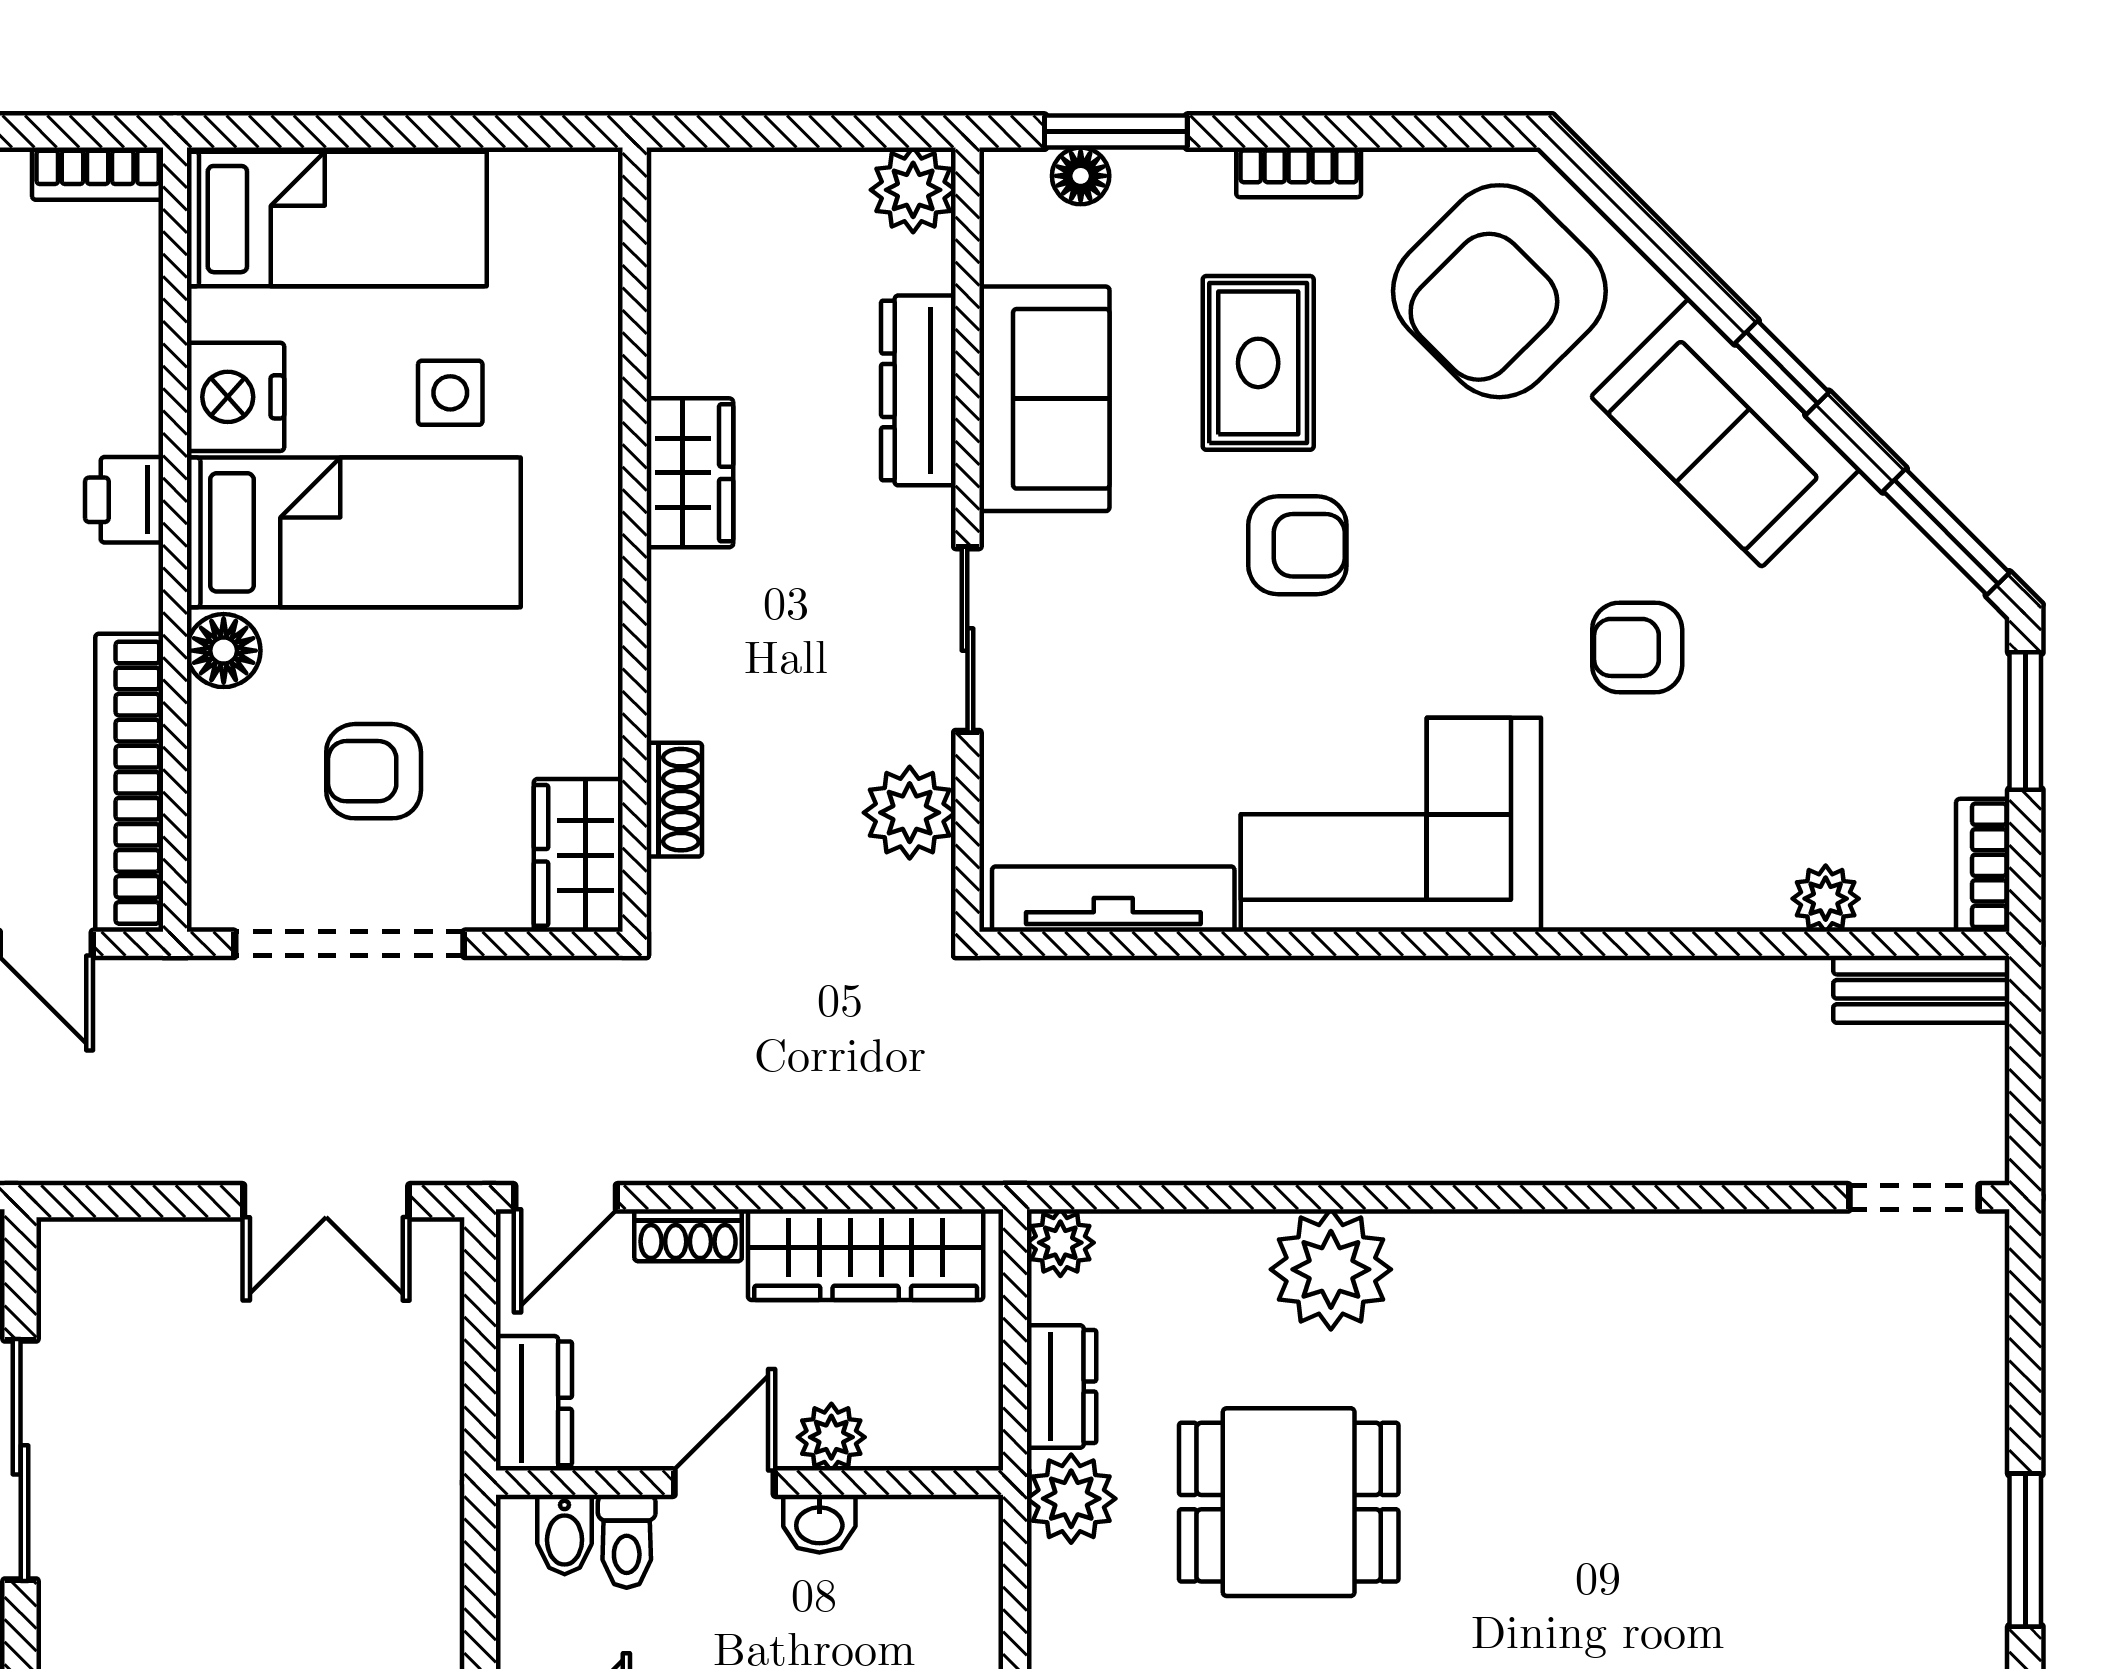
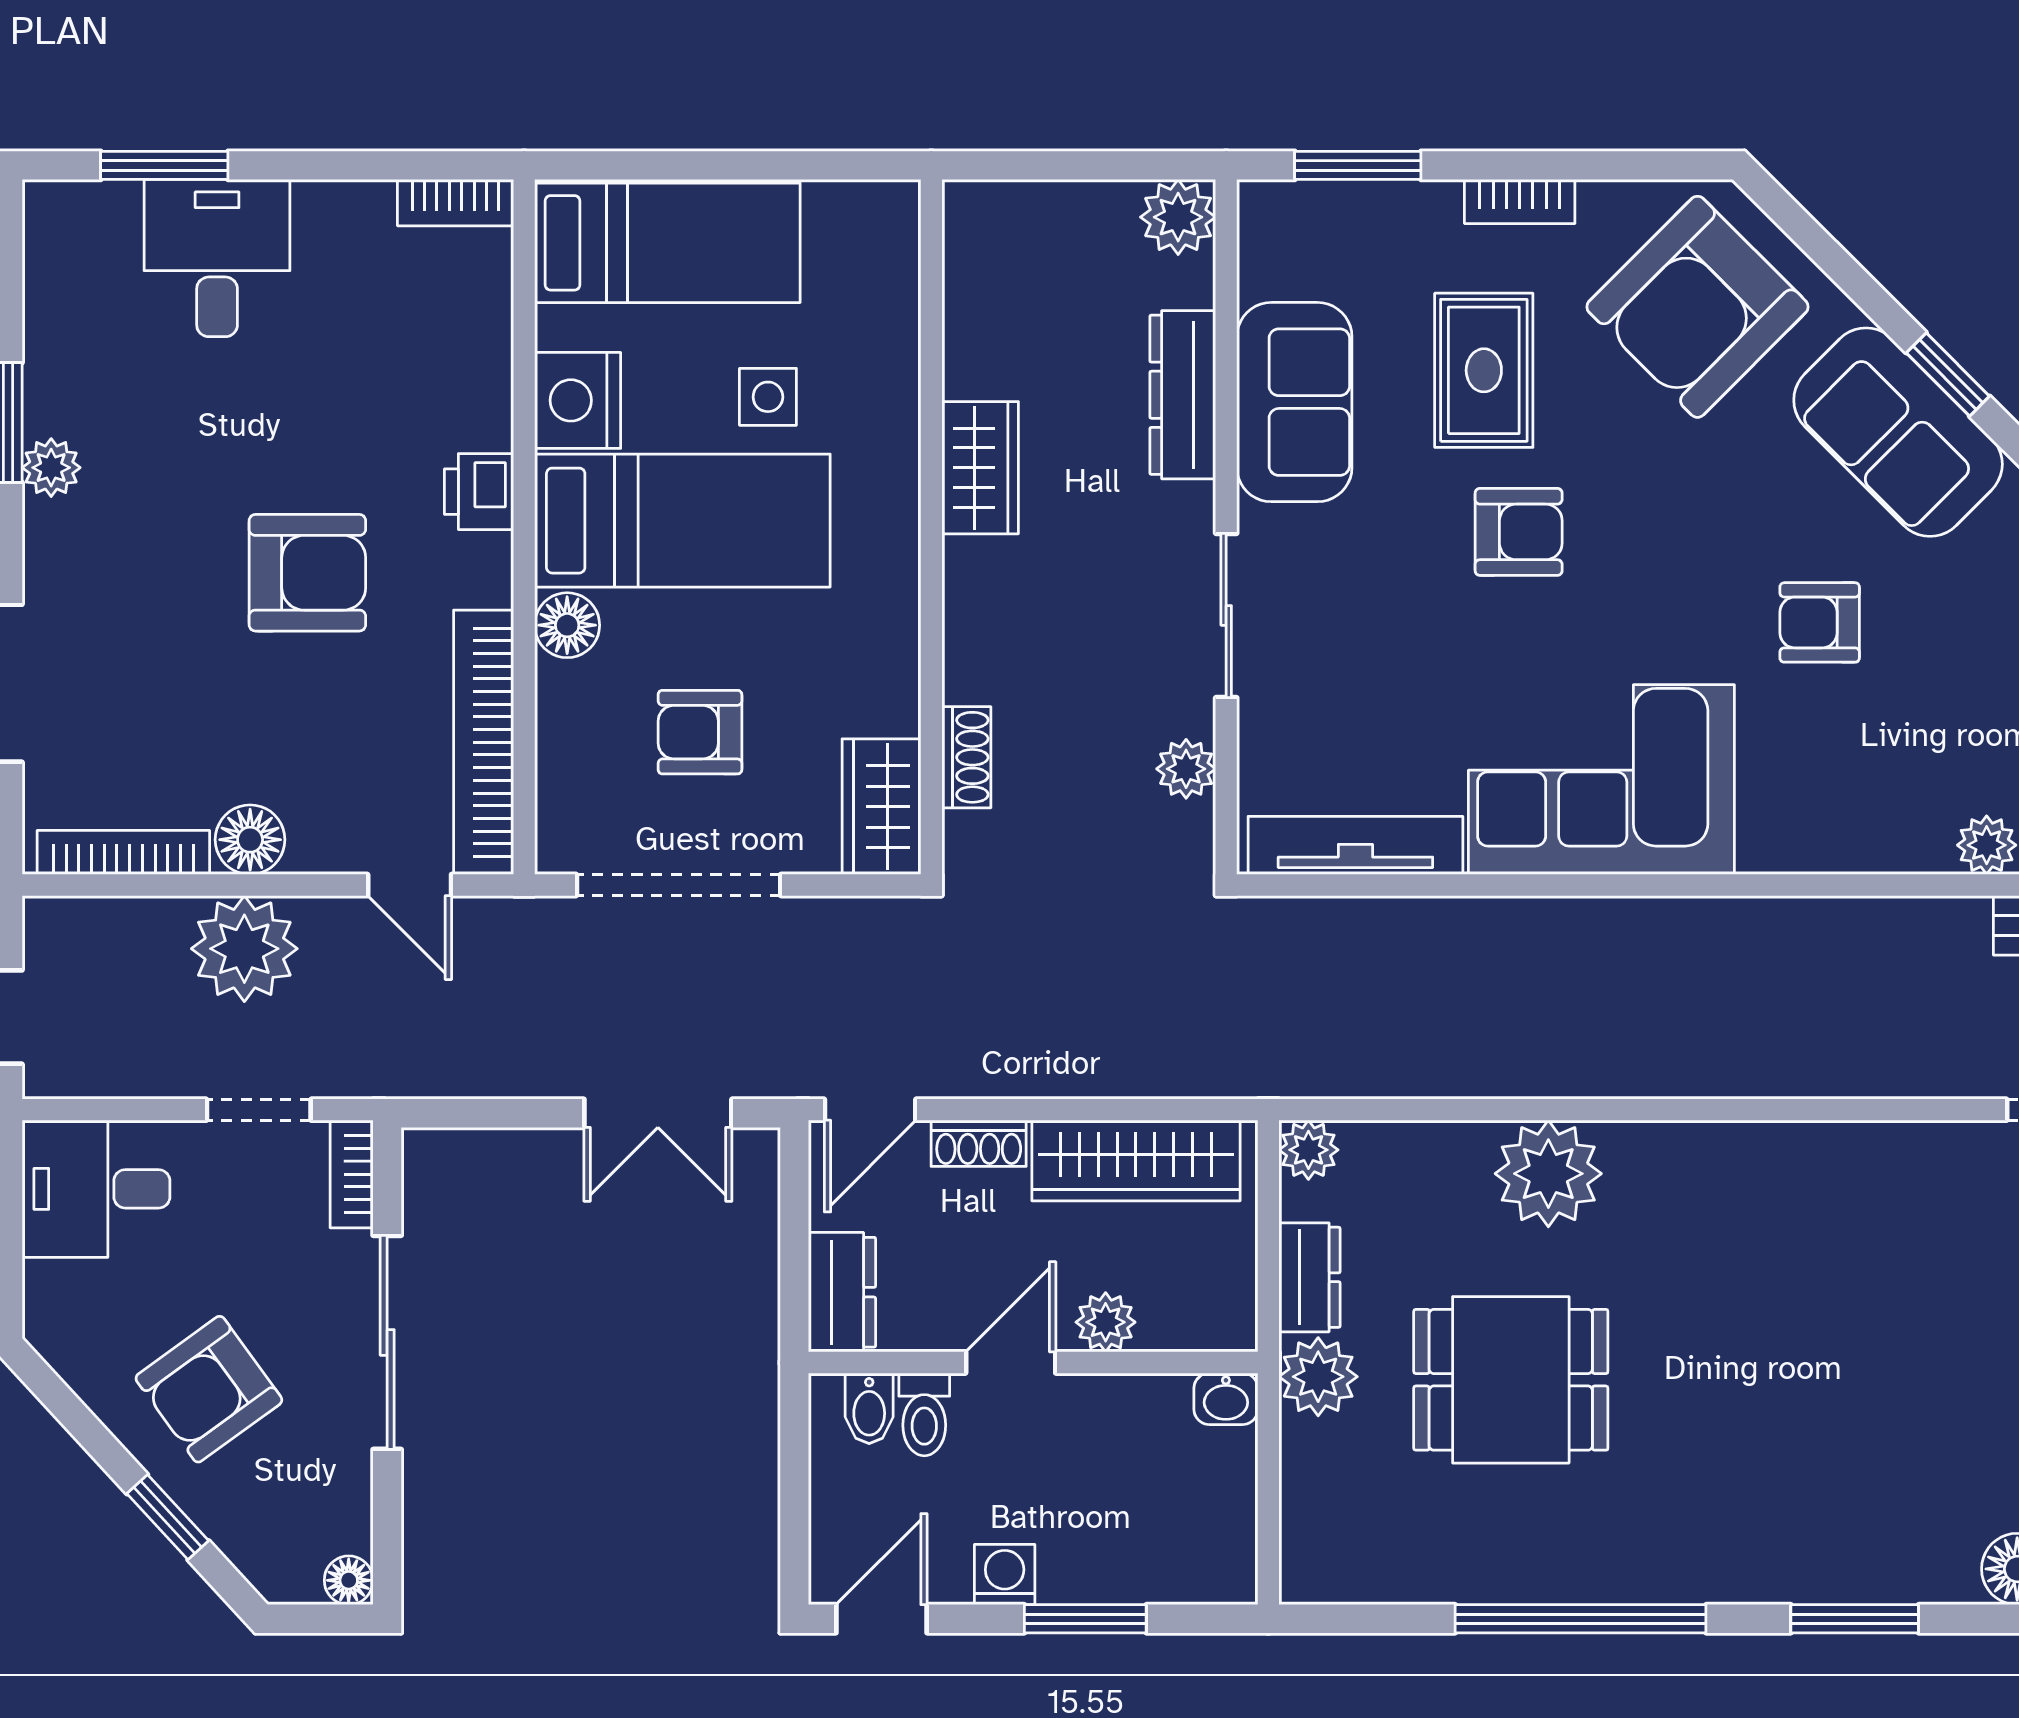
floor lamp: (1081, 176) -> (1326, 205), removed
plant: (910, 813) -> (1186, 769), width x0.73, depth x0.73
washbasin: (819, 1524) -> (1226, 1399), moved

